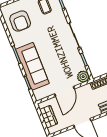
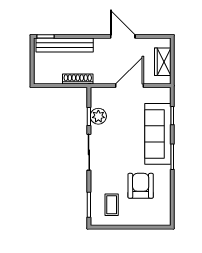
armchair: (20, 21) -> (141, 186), moved
plant: (83, 77) -> (98, 116), moved

